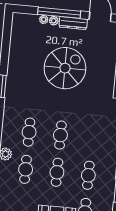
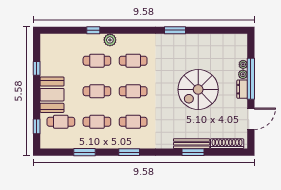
dresser: (73, 23) -> (242, 89), width x0.70
spiral stairs: (65, 68) -> (198, 89), turned 90
cafe table: (92, 138) -> (133, 122), added

